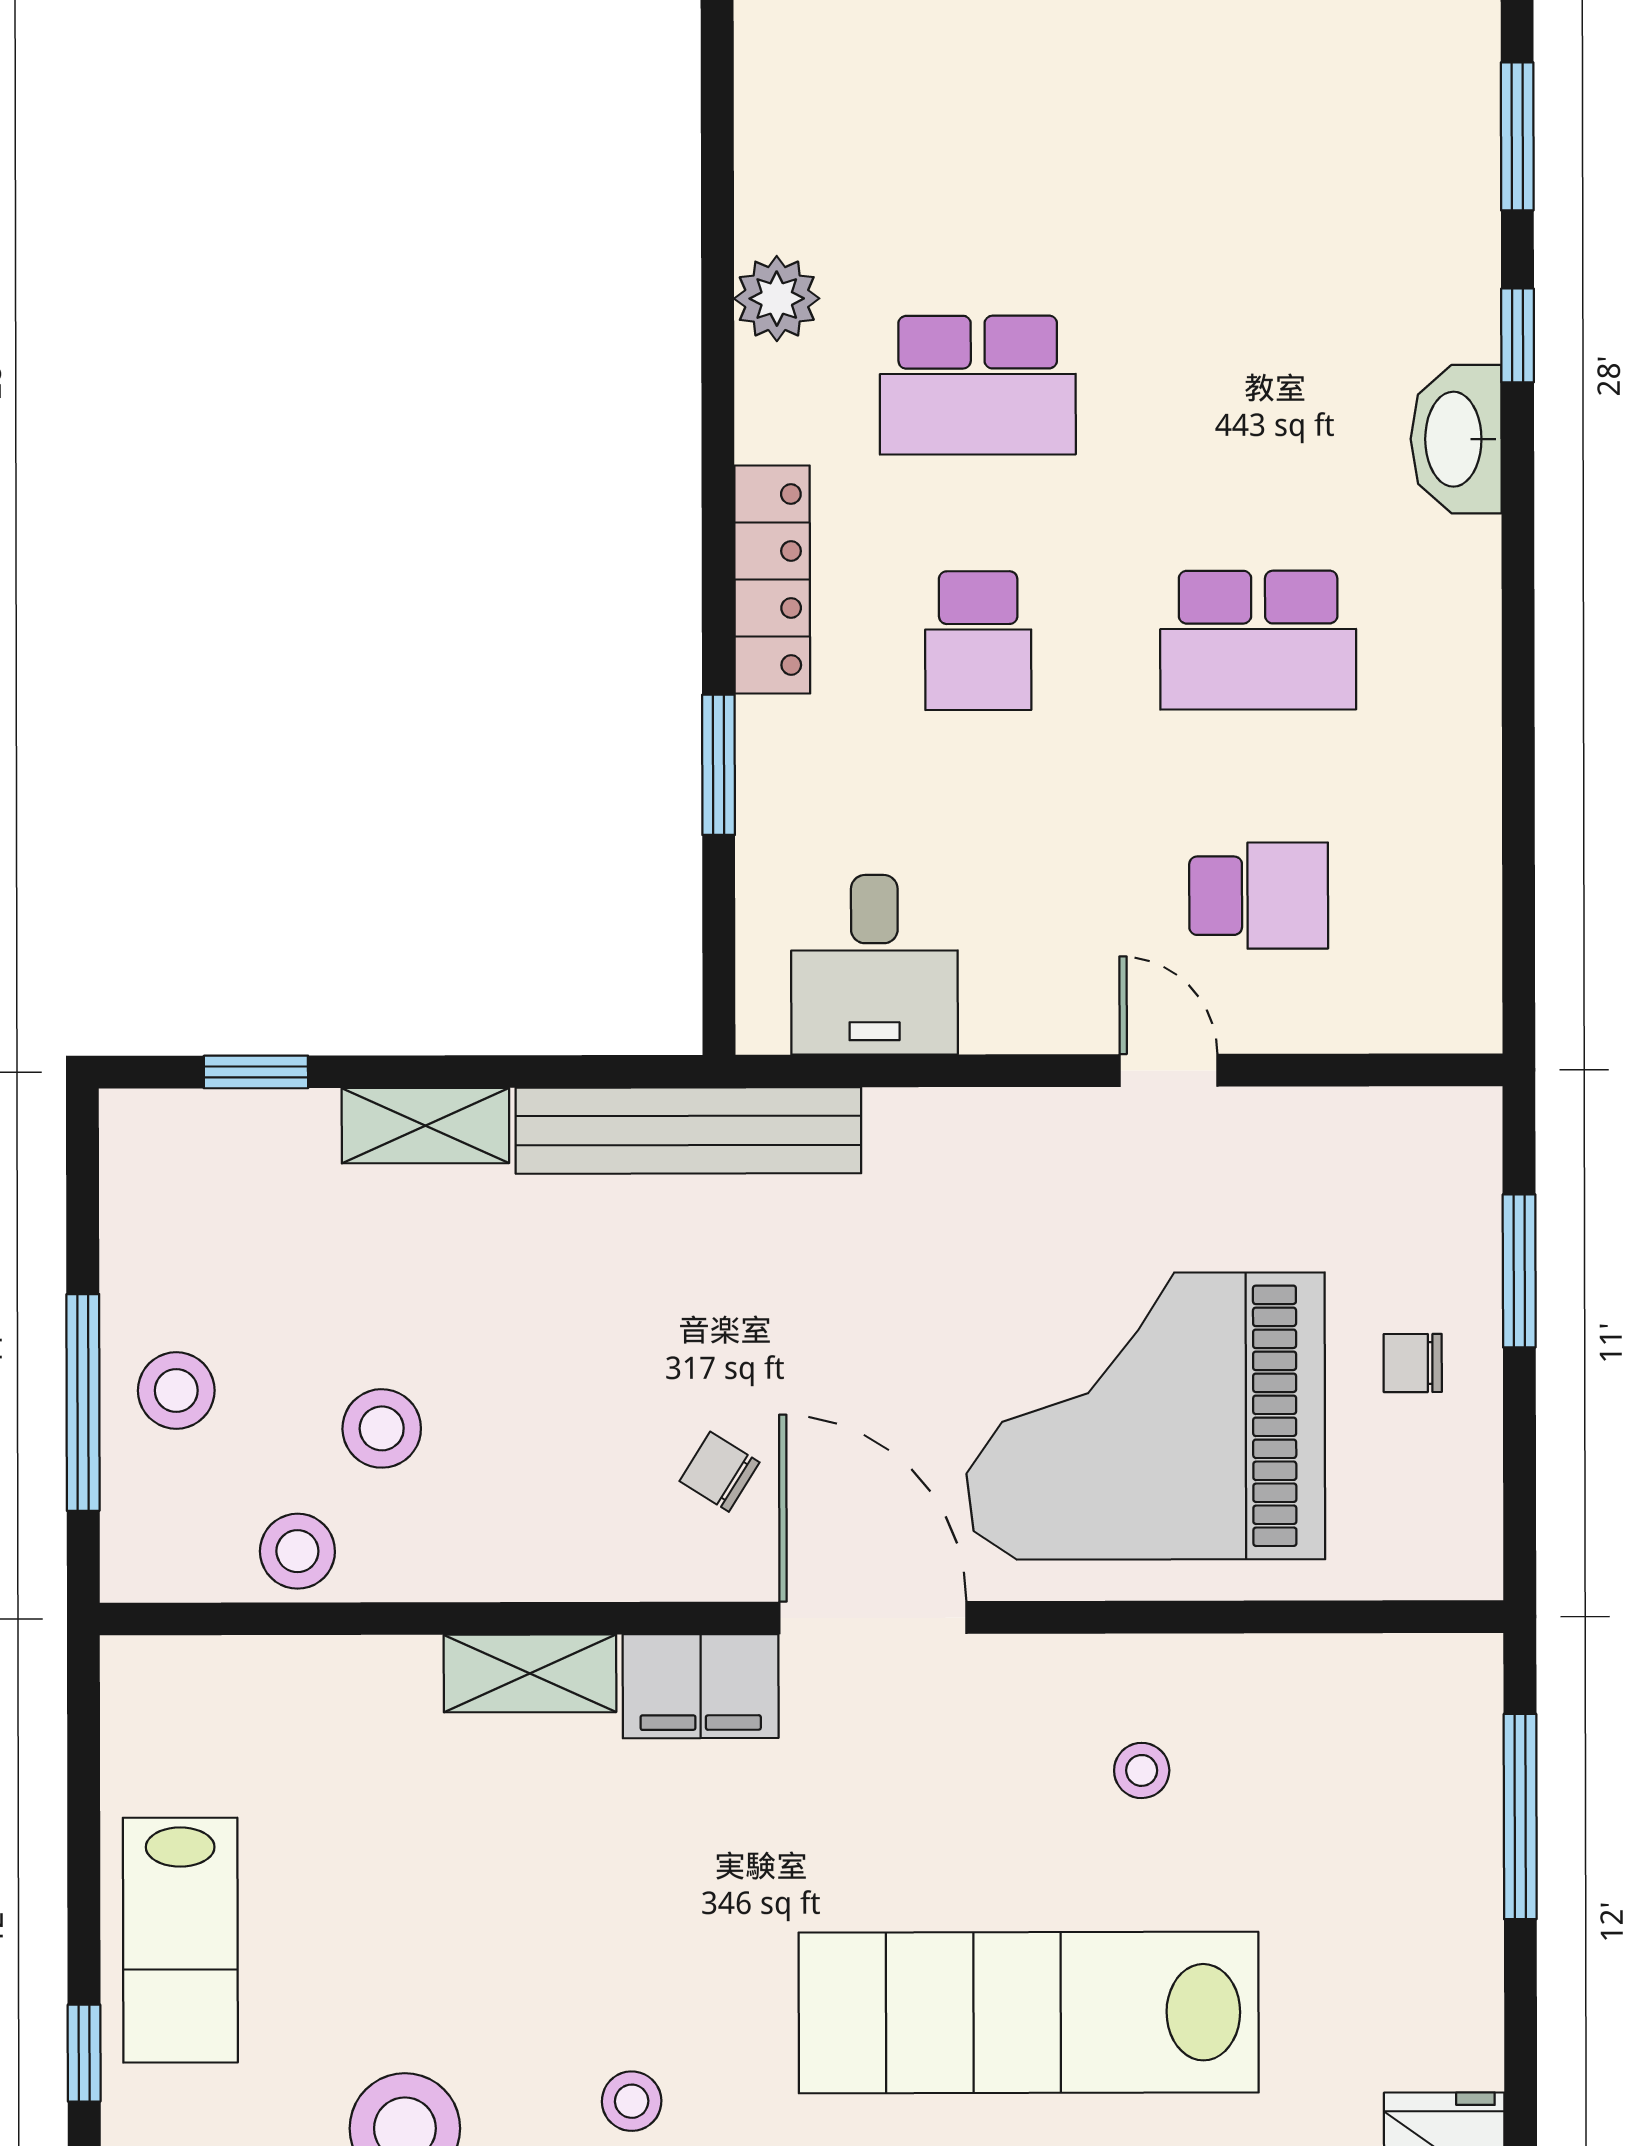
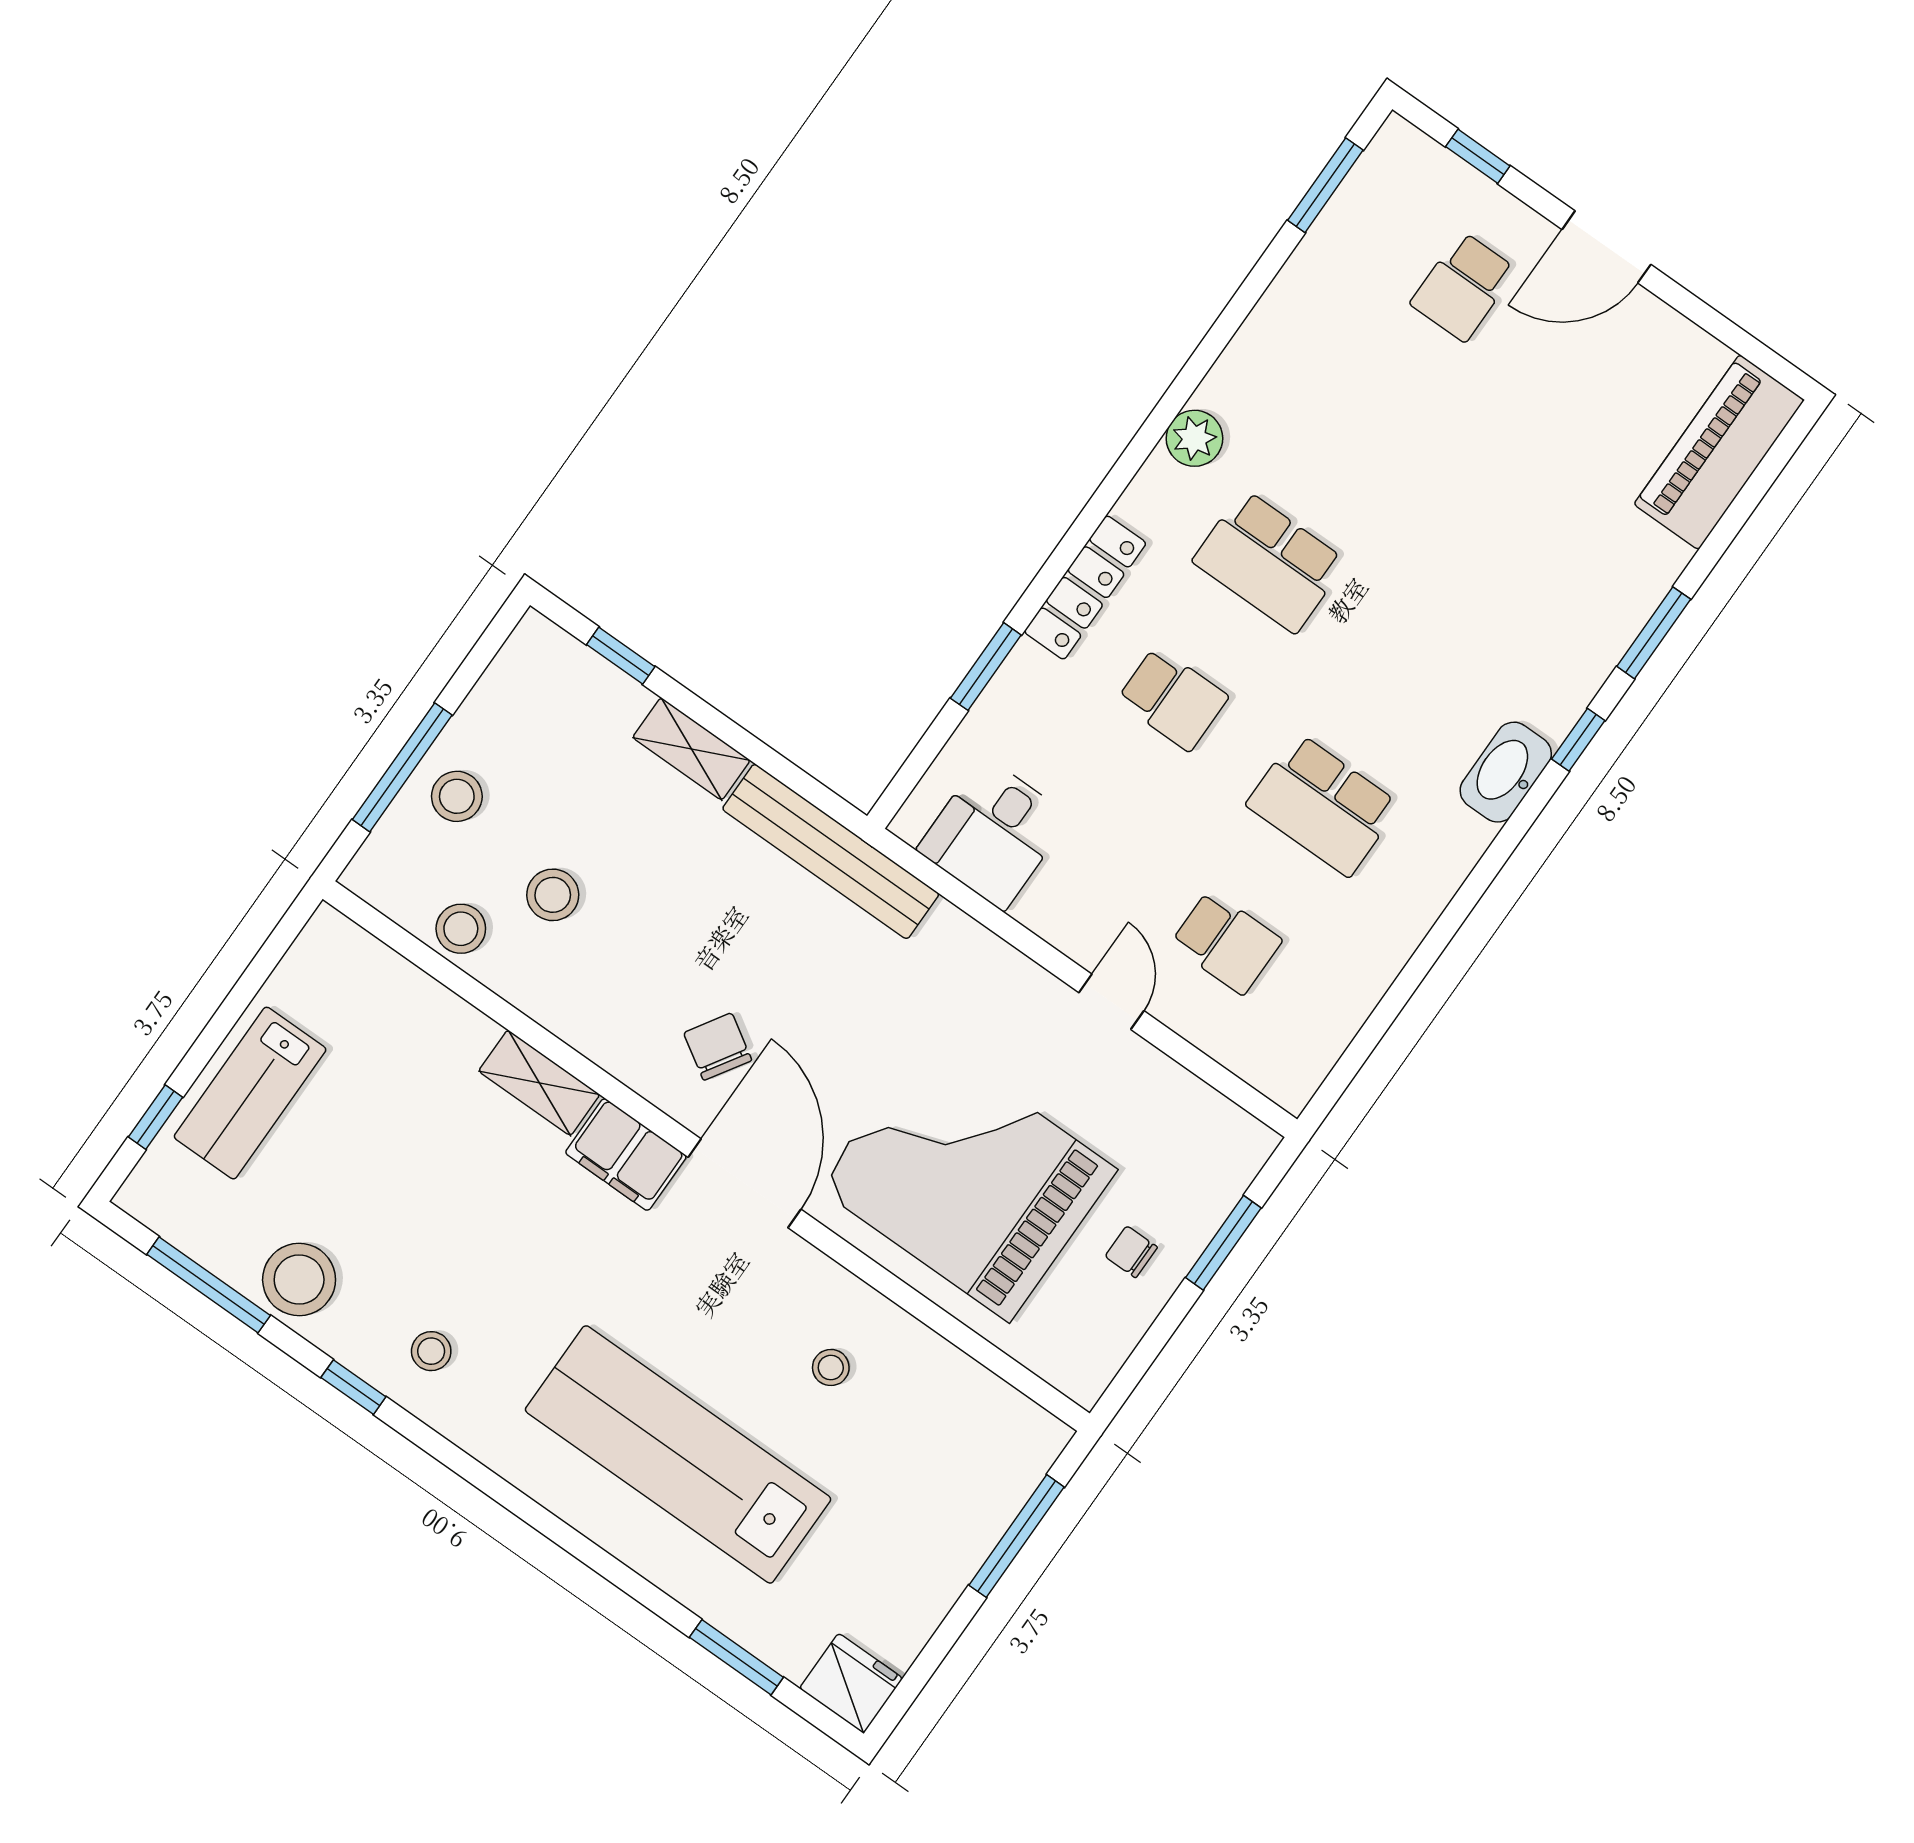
school desk: (978, 641) -> (1173, 699), turned -90
chair: (720, 1472) -> (718, 1047), width x1.37, depth x1.37

